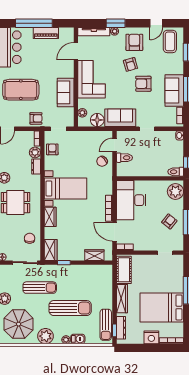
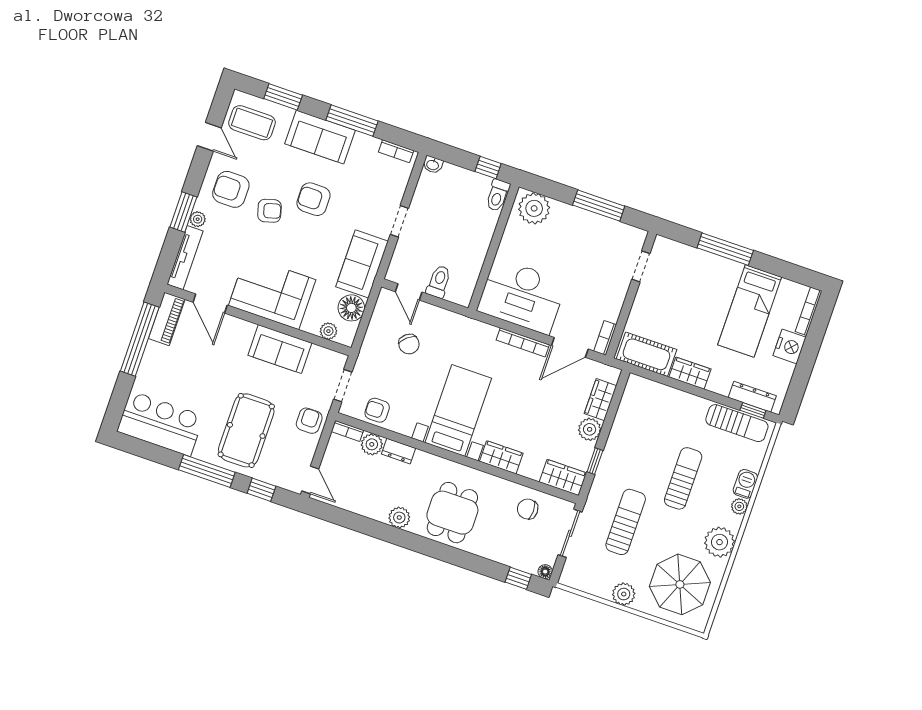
window: (34, 23) -> (140, 339), moved
piano: (46, 33) -> (167, 319), moved
armchair: (143, 84) -> (313, 199), turned 90
sofa: (174, 90) -> (320, 137), moved
chair: (102, 161) -> (409, 344), moved
armchair: (169, 221) -> (586, 239), removed
plant: (78, 255) -> (590, 429), added
wardrobe: (122, 299) -> (690, 373), width x0.67
bed: (162, 307) -> (750, 311), width x0.67
sun lounger: (70, 308) -> (683, 478), width x0.73, depth x0.75

